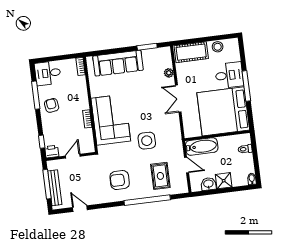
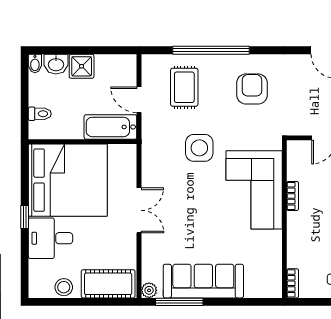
window: (147, 47) -> (179, 302), width x1.44
sofa: (118, 63) -> (203, 281), moved
plant: (169, 73) -> (149, 290), moved
window: (246, 86) -> (25, 217), width x0.46
armchair: (120, 180) -> (252, 89), turned -90
washbasin: (208, 184) -> (56, 64), moved

